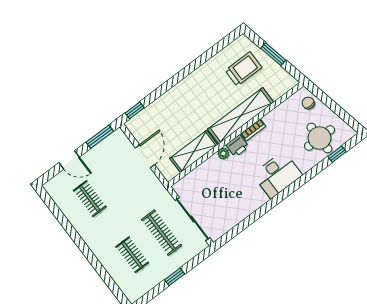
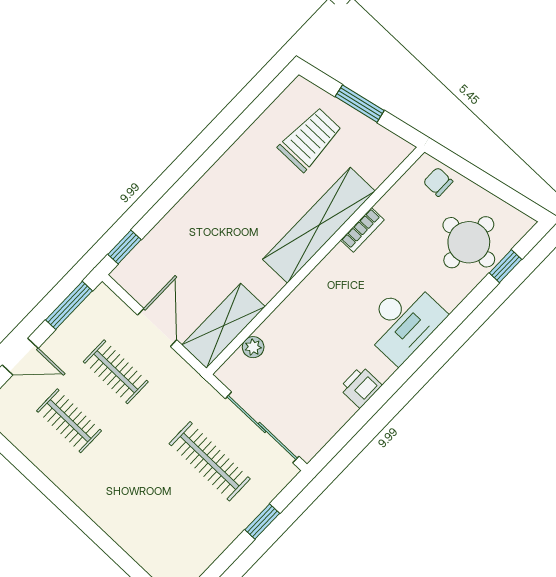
bookcase: (253, 130) -> (362, 230), moved
printer: (237, 146) -> (361, 387), moved, turned 180
shelving: (194, 151) -> (223, 326), moved
plant: (223, 154) -> (253, 347), moved
clothes rail: (132, 255) -> (116, 372), moved
window: (175, 277) -> (262, 522), moved

